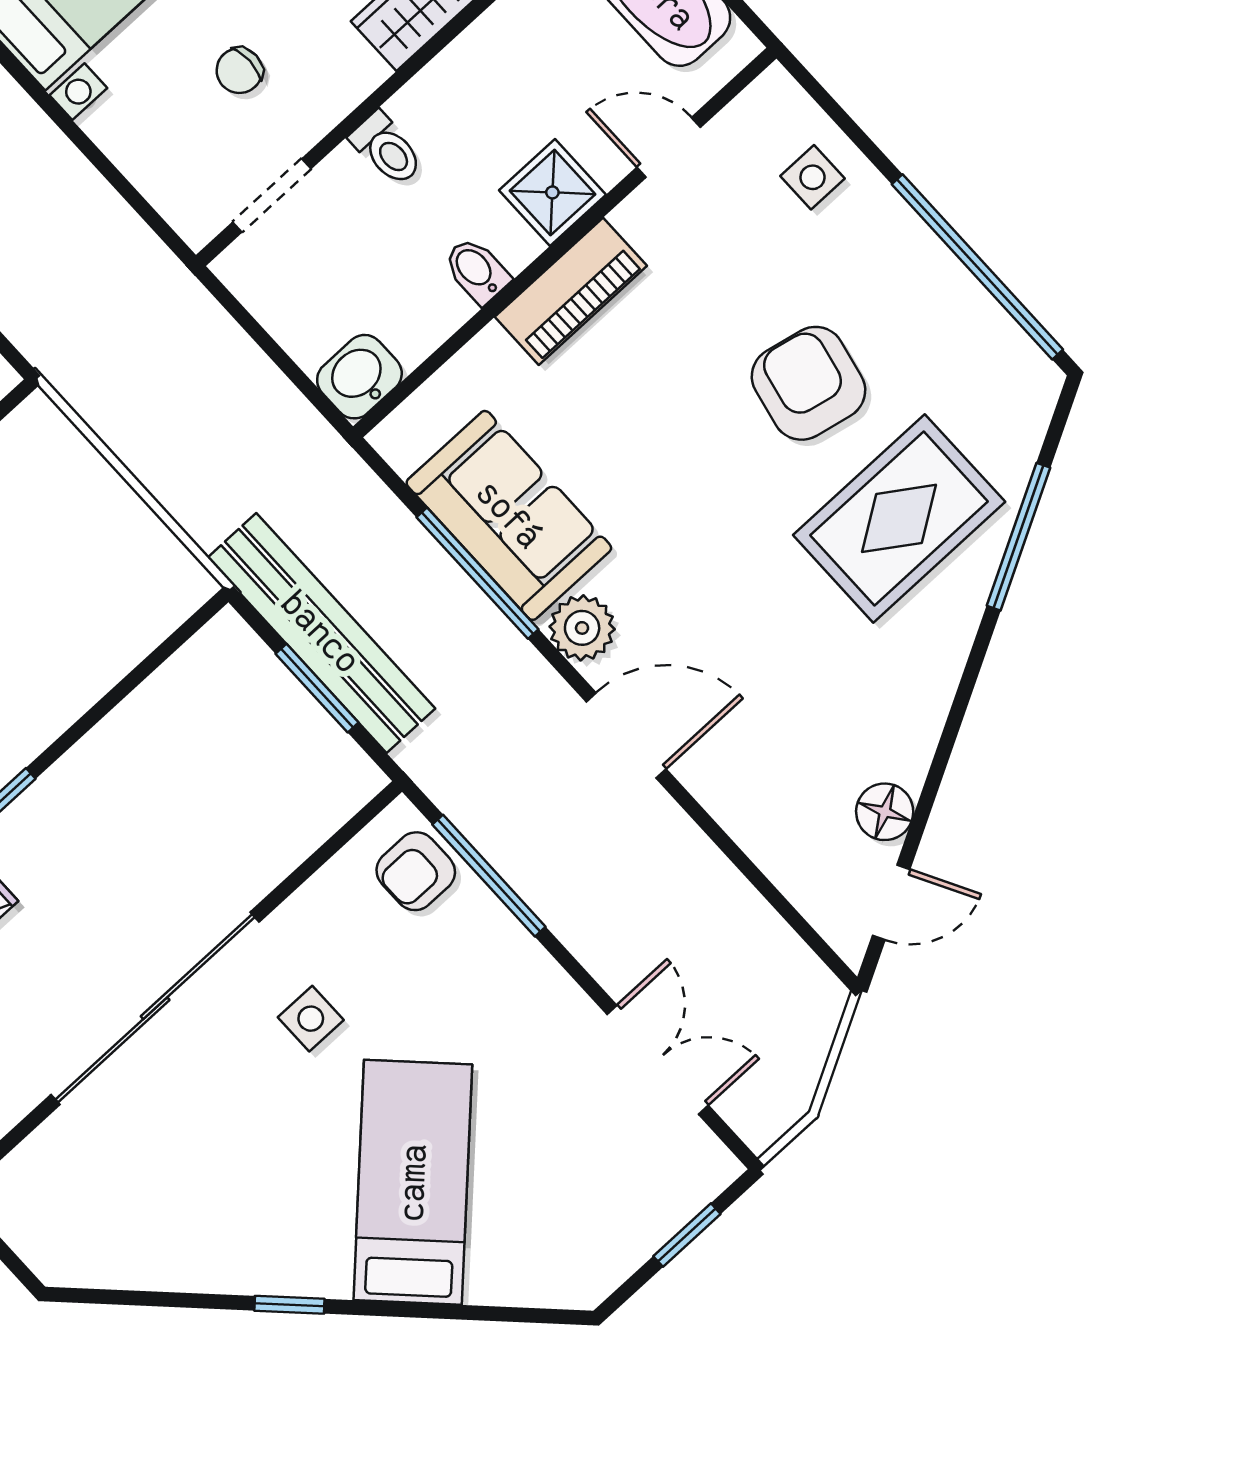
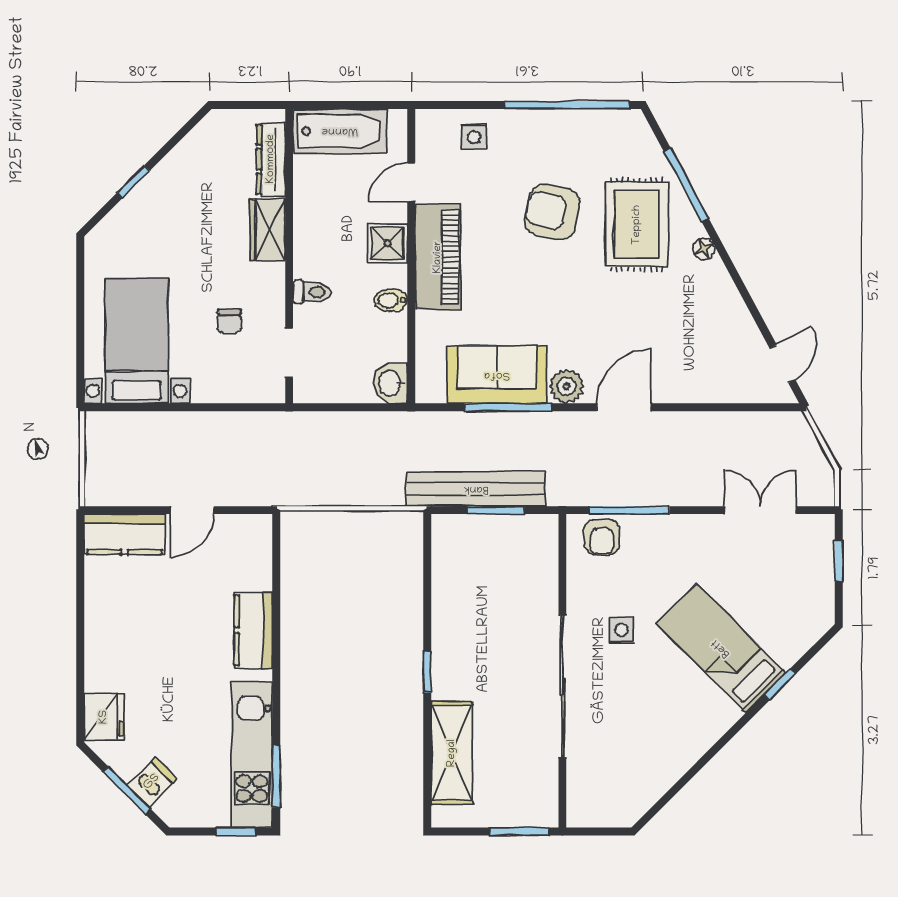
piano: (571, 291) -> (438, 257), width x1.37, depth x1.33
floor lamp: (885, 812) -> (704, 249), moved, width x0.73, depth x0.73
window: (289, 1305) -> (780, 684), moved

